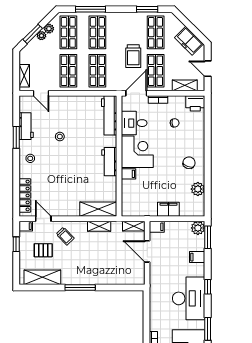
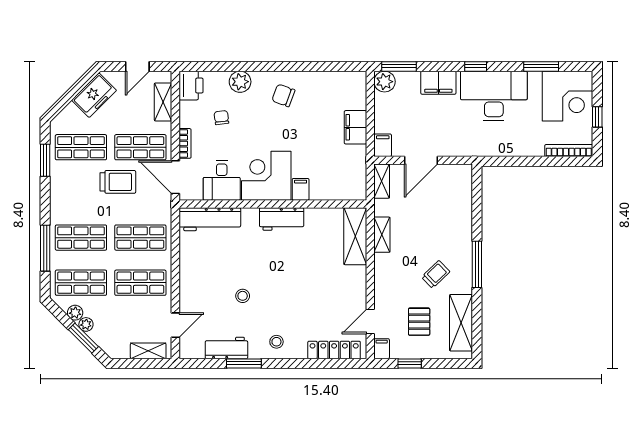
plant: (198, 189) -> (240, 82), moved
trolley: (65, 236) -> (436, 274), moved
filing cabinet: (197, 257) -> (438, 83), width x2.00

